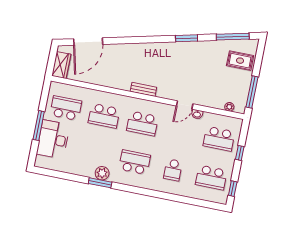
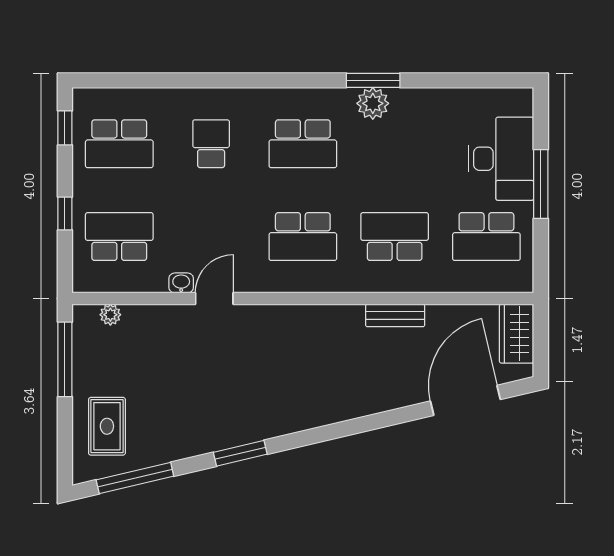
rug: (240, 61) -> (107, 426), turned 90
bench: (143, 89) -> (395, 315), moved
school desk: (142, 123) -> (303, 237), turned 180
school desk: (211, 178) -> (119, 144), turned 180

